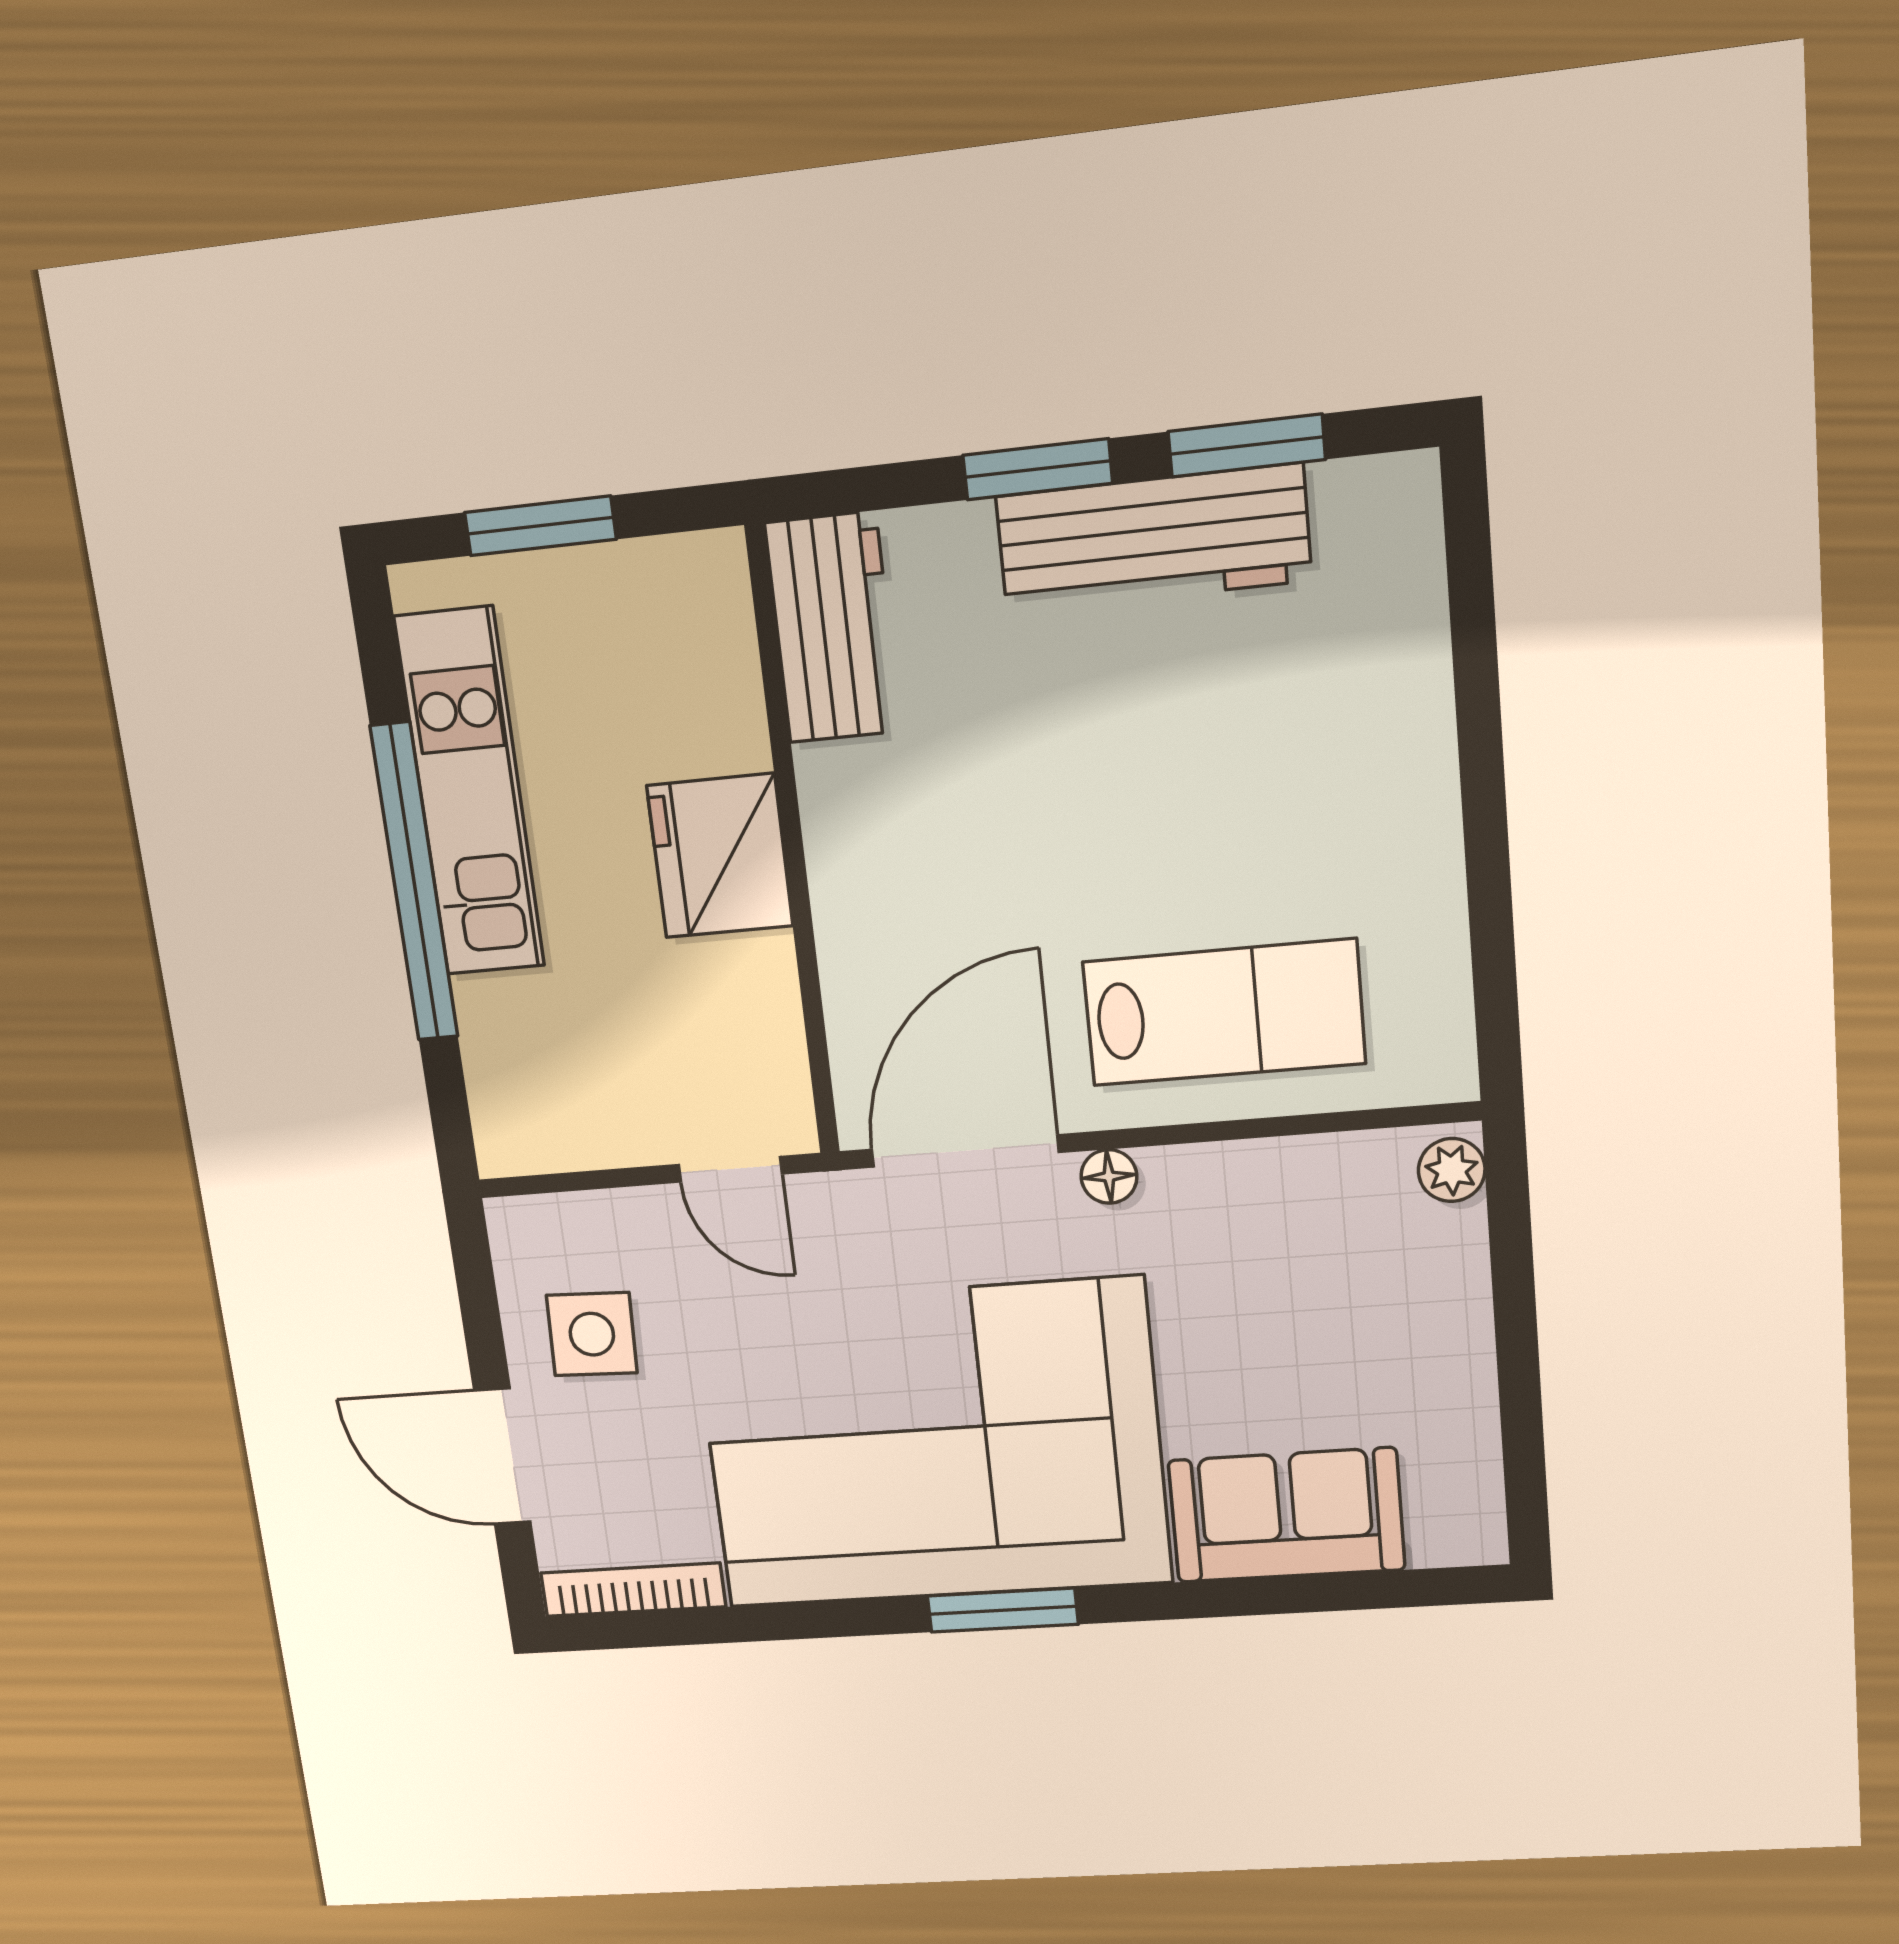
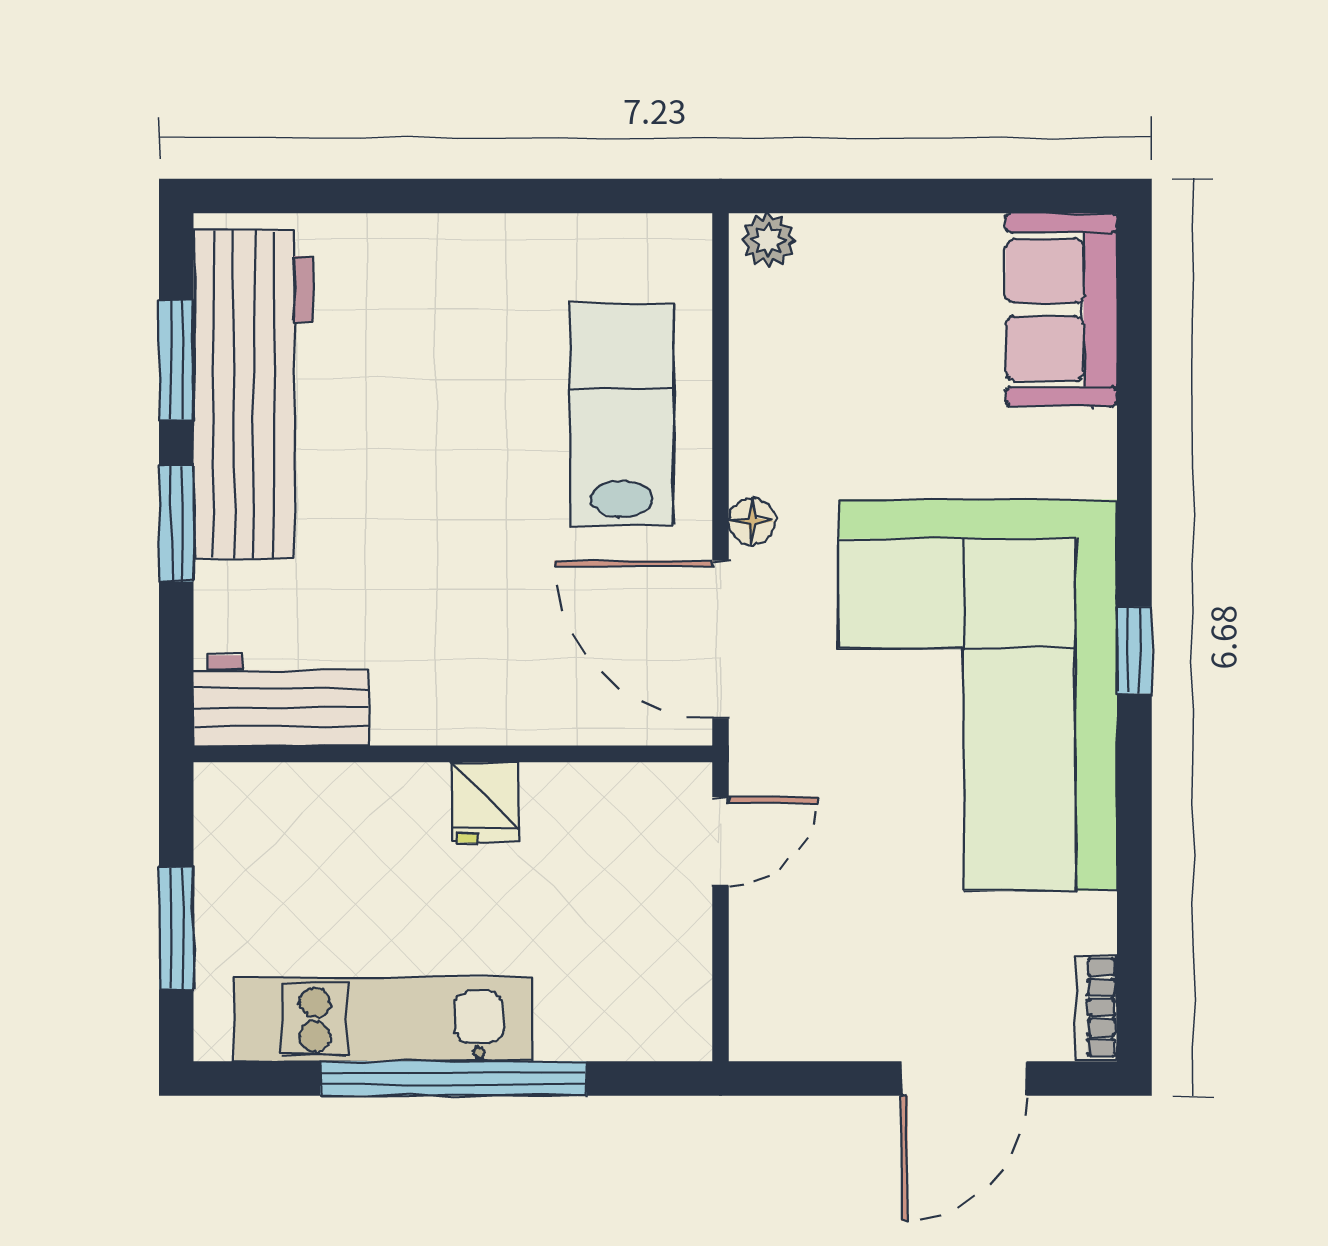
workbench: (1153, 539) -> (253, 394), width x1.36, depth x1.32
fridge: (720, 856) -> (485, 802), width x0.53, depth x0.75
side table: (592, 1334) -> (858, 982), removed
sofa: (1286, 1515) -> (1061, 310), moved
bookcase: (633, 1590) -> (1096, 1007), width x0.64
window: (1003, 1610) -> (1134, 650), width x0.67

